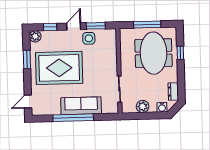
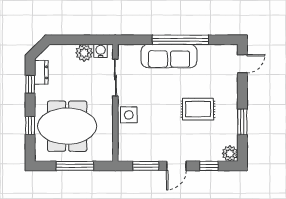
side table: (89, 38) -> (129, 115), moved
meeting table: (153, 53) -> (67, 126), turned 90
rug: (59, 68) -> (198, 109), width x0.54, depth x0.49
window: (181, 83) -> (30, 84), added
water cooler: (162, 107) -> (101, 51), moved

